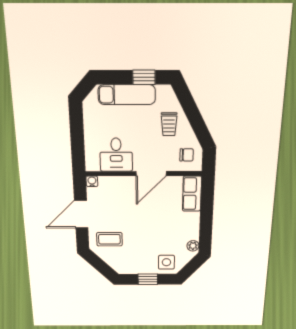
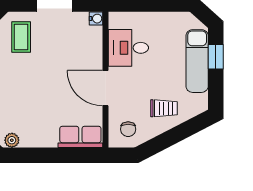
window: (144, 77) -> (216, 57), moved
trolley: (169, 124) -> (164, 108), turned 180

